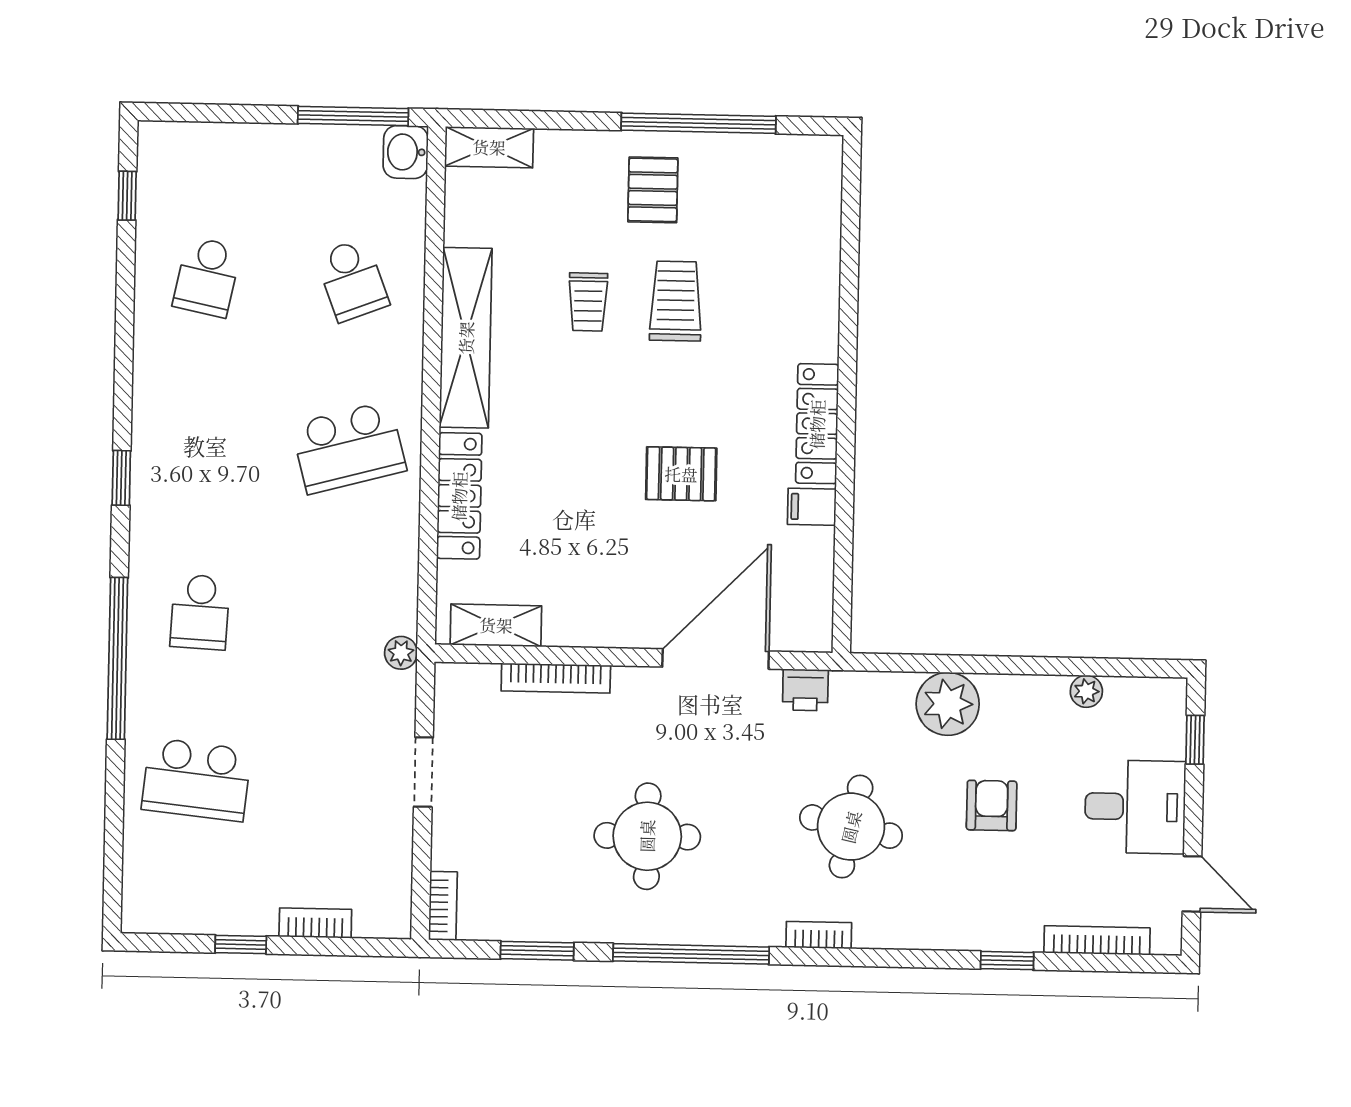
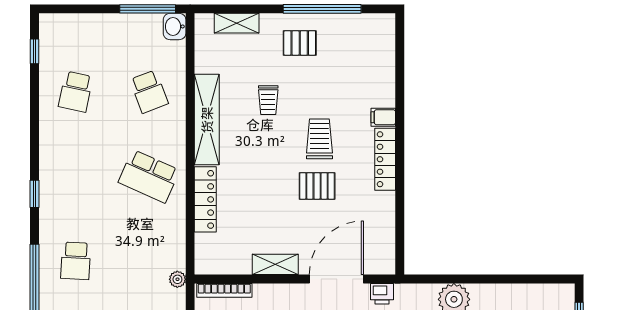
shelving: (489, 147) -> (237, 23), moved
pallet: (653, 190) -> (300, 43), turned 90
trolley: (676, 301) -> (319, 139), moved
school desk: (349, 448) -> (149, 176), turned 39
filing cabinet: (812, 507) -> (383, 117), moved
shelving: (496, 625) -> (275, 264), moved
bookcase: (556, 678) -> (224, 290), moved
plant: (1086, 691) -> (524, 291), removed

